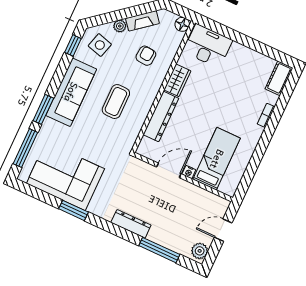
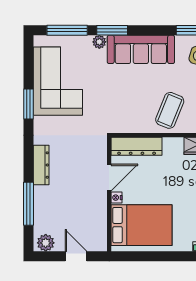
coffee table: (116, 102) -> (170, 110), moved, turned -68
dresser: (161, 116) -> (137, 146), moved
plant: (48, 125) -> (99, 42), added
bed: (217, 159) -> (142, 225), width x1.50
door: (169, 170) -> (109, 178), hinge flipped

